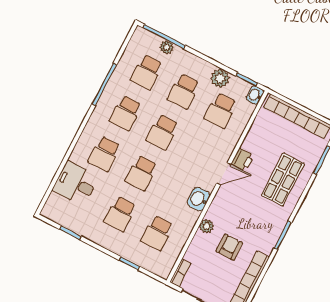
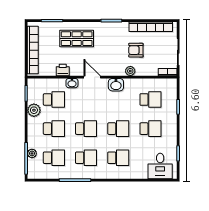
washbasin: (255, 95) -> (72, 83), moved
printer: (243, 160) -> (63, 70), moved
desk: (76, 183) -> (160, 166), moved

